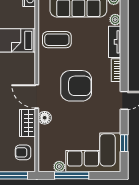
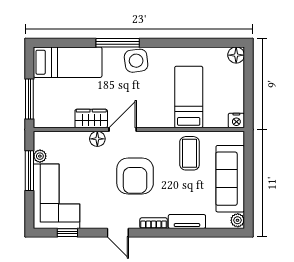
plant: (115, 20) -> (213, 222), removed
armchair: (23, 152) -> (57, 113), removed

